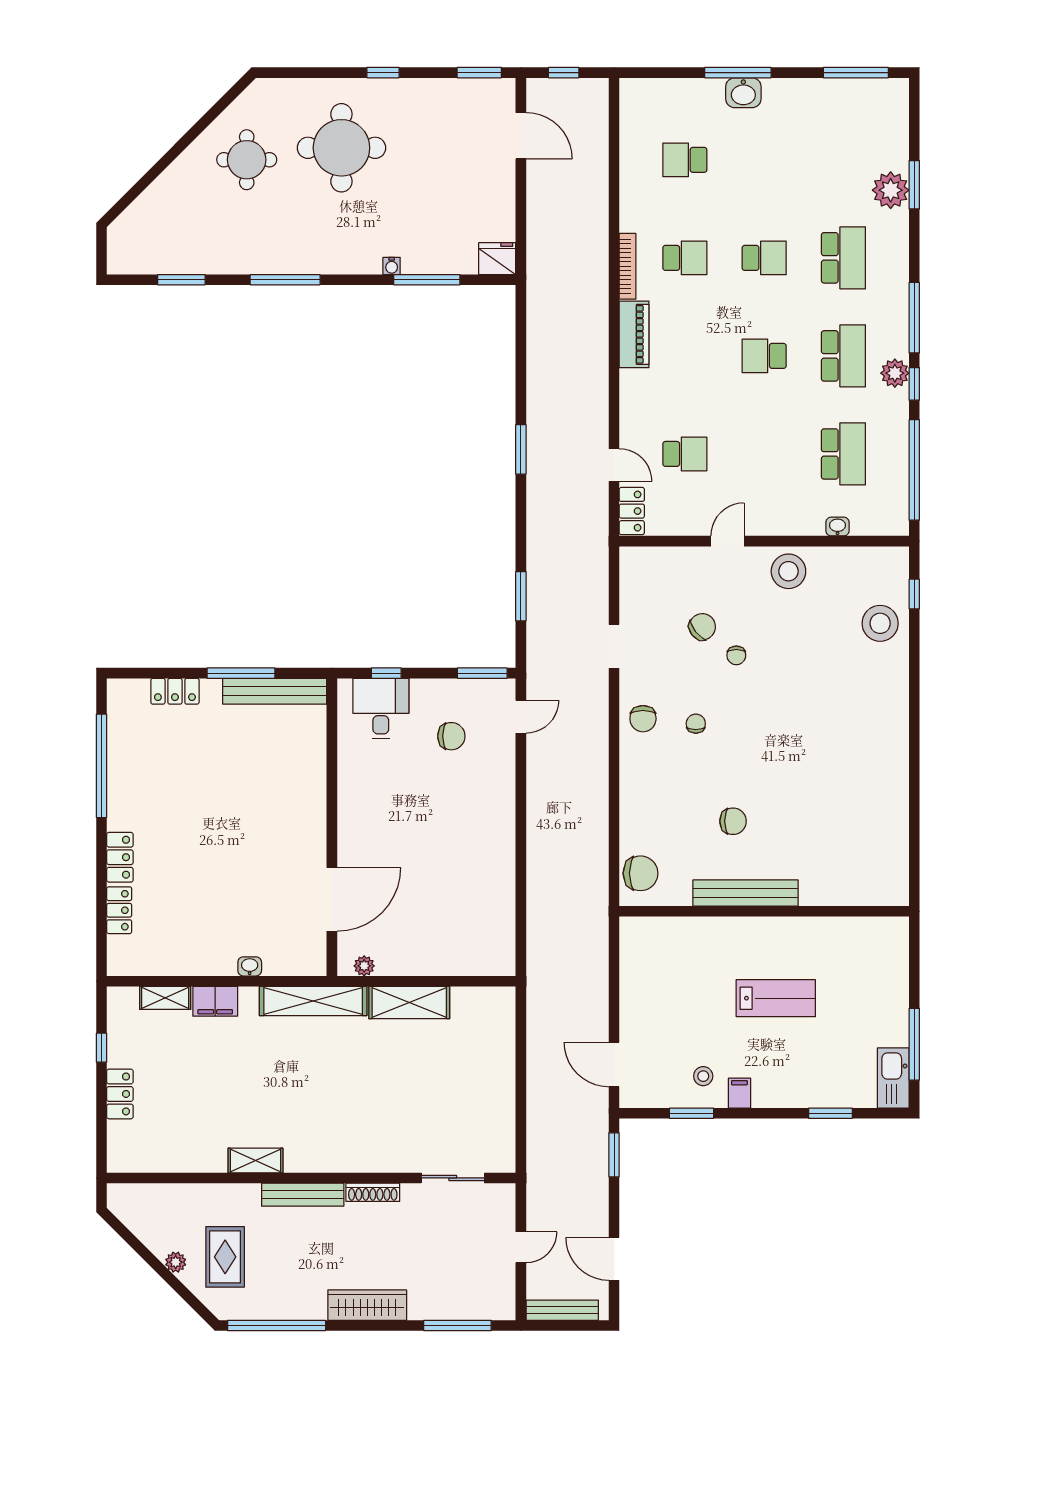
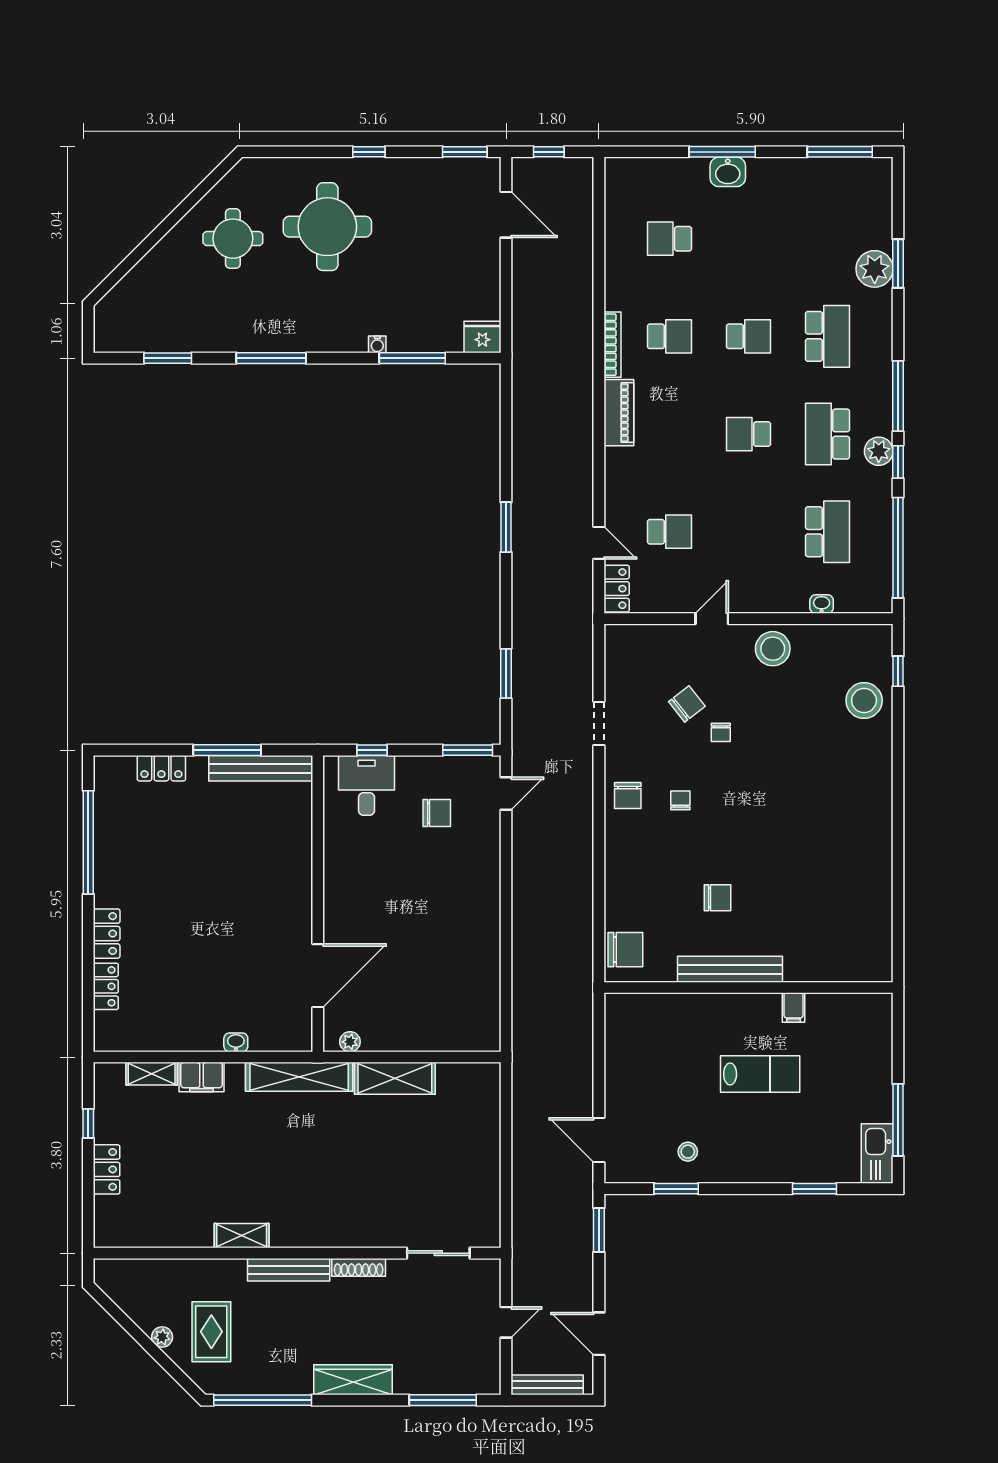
school desk: (843, 356) -> (828, 434), turned 180
filing cabinet: (739, 1093) -> (793, 1007), moved, turned 180

